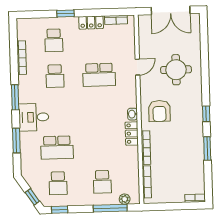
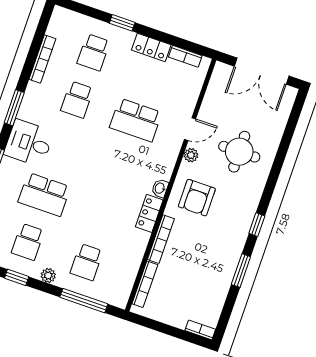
plant: (145, 84) -> (191, 155), added
plant: (125, 199) -> (48, 275), moved

